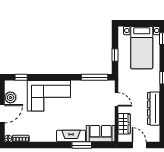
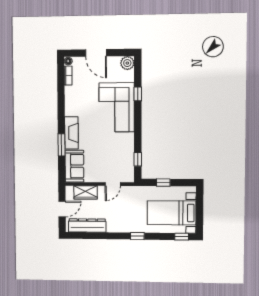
window: (21, 77) -> (138, 94), moved
window: (94, 77) -> (138, 159), width x0.46
plant: (10, 97) -> (127, 63), moved
dresser: (154, 109) -> (87, 225), moved

